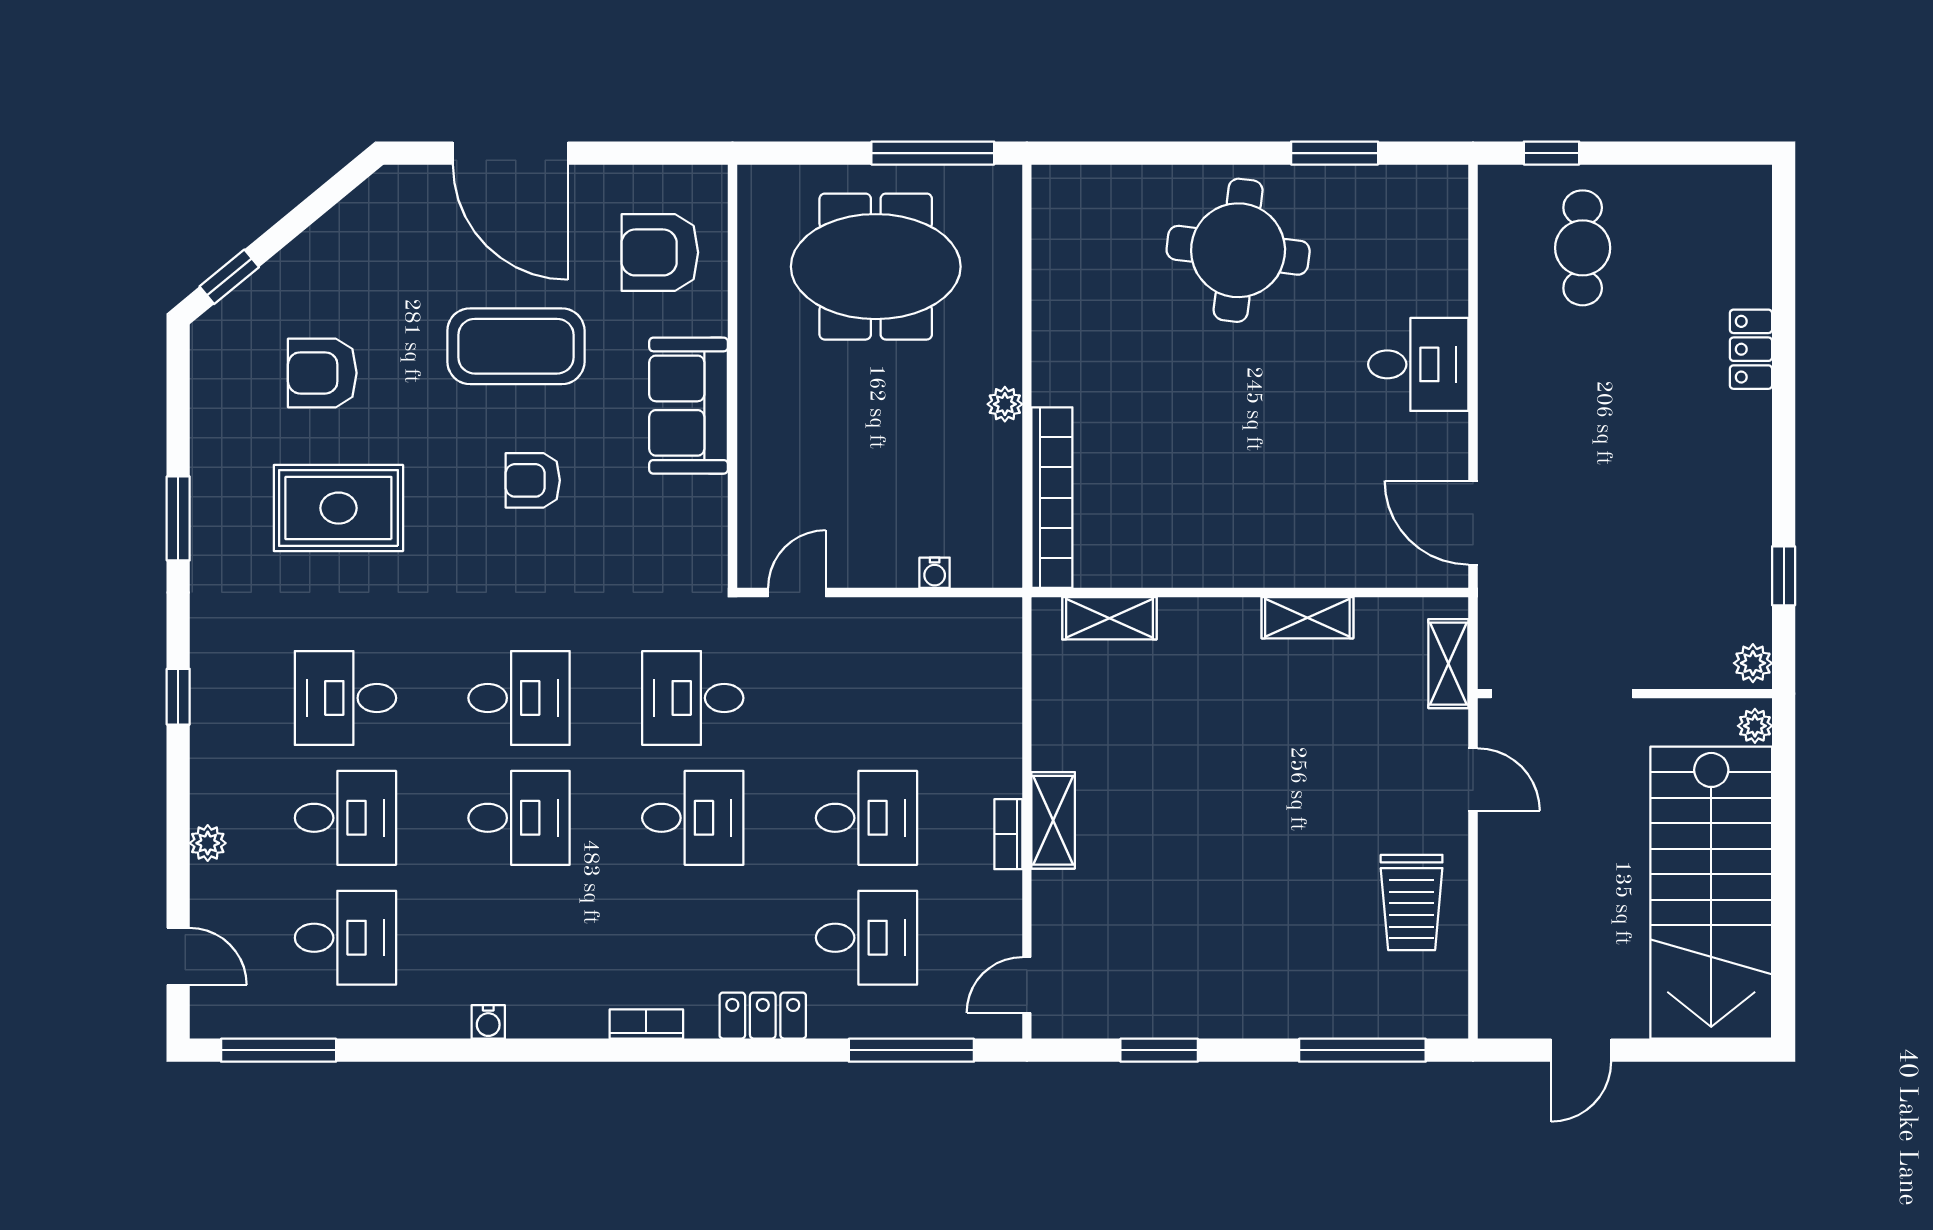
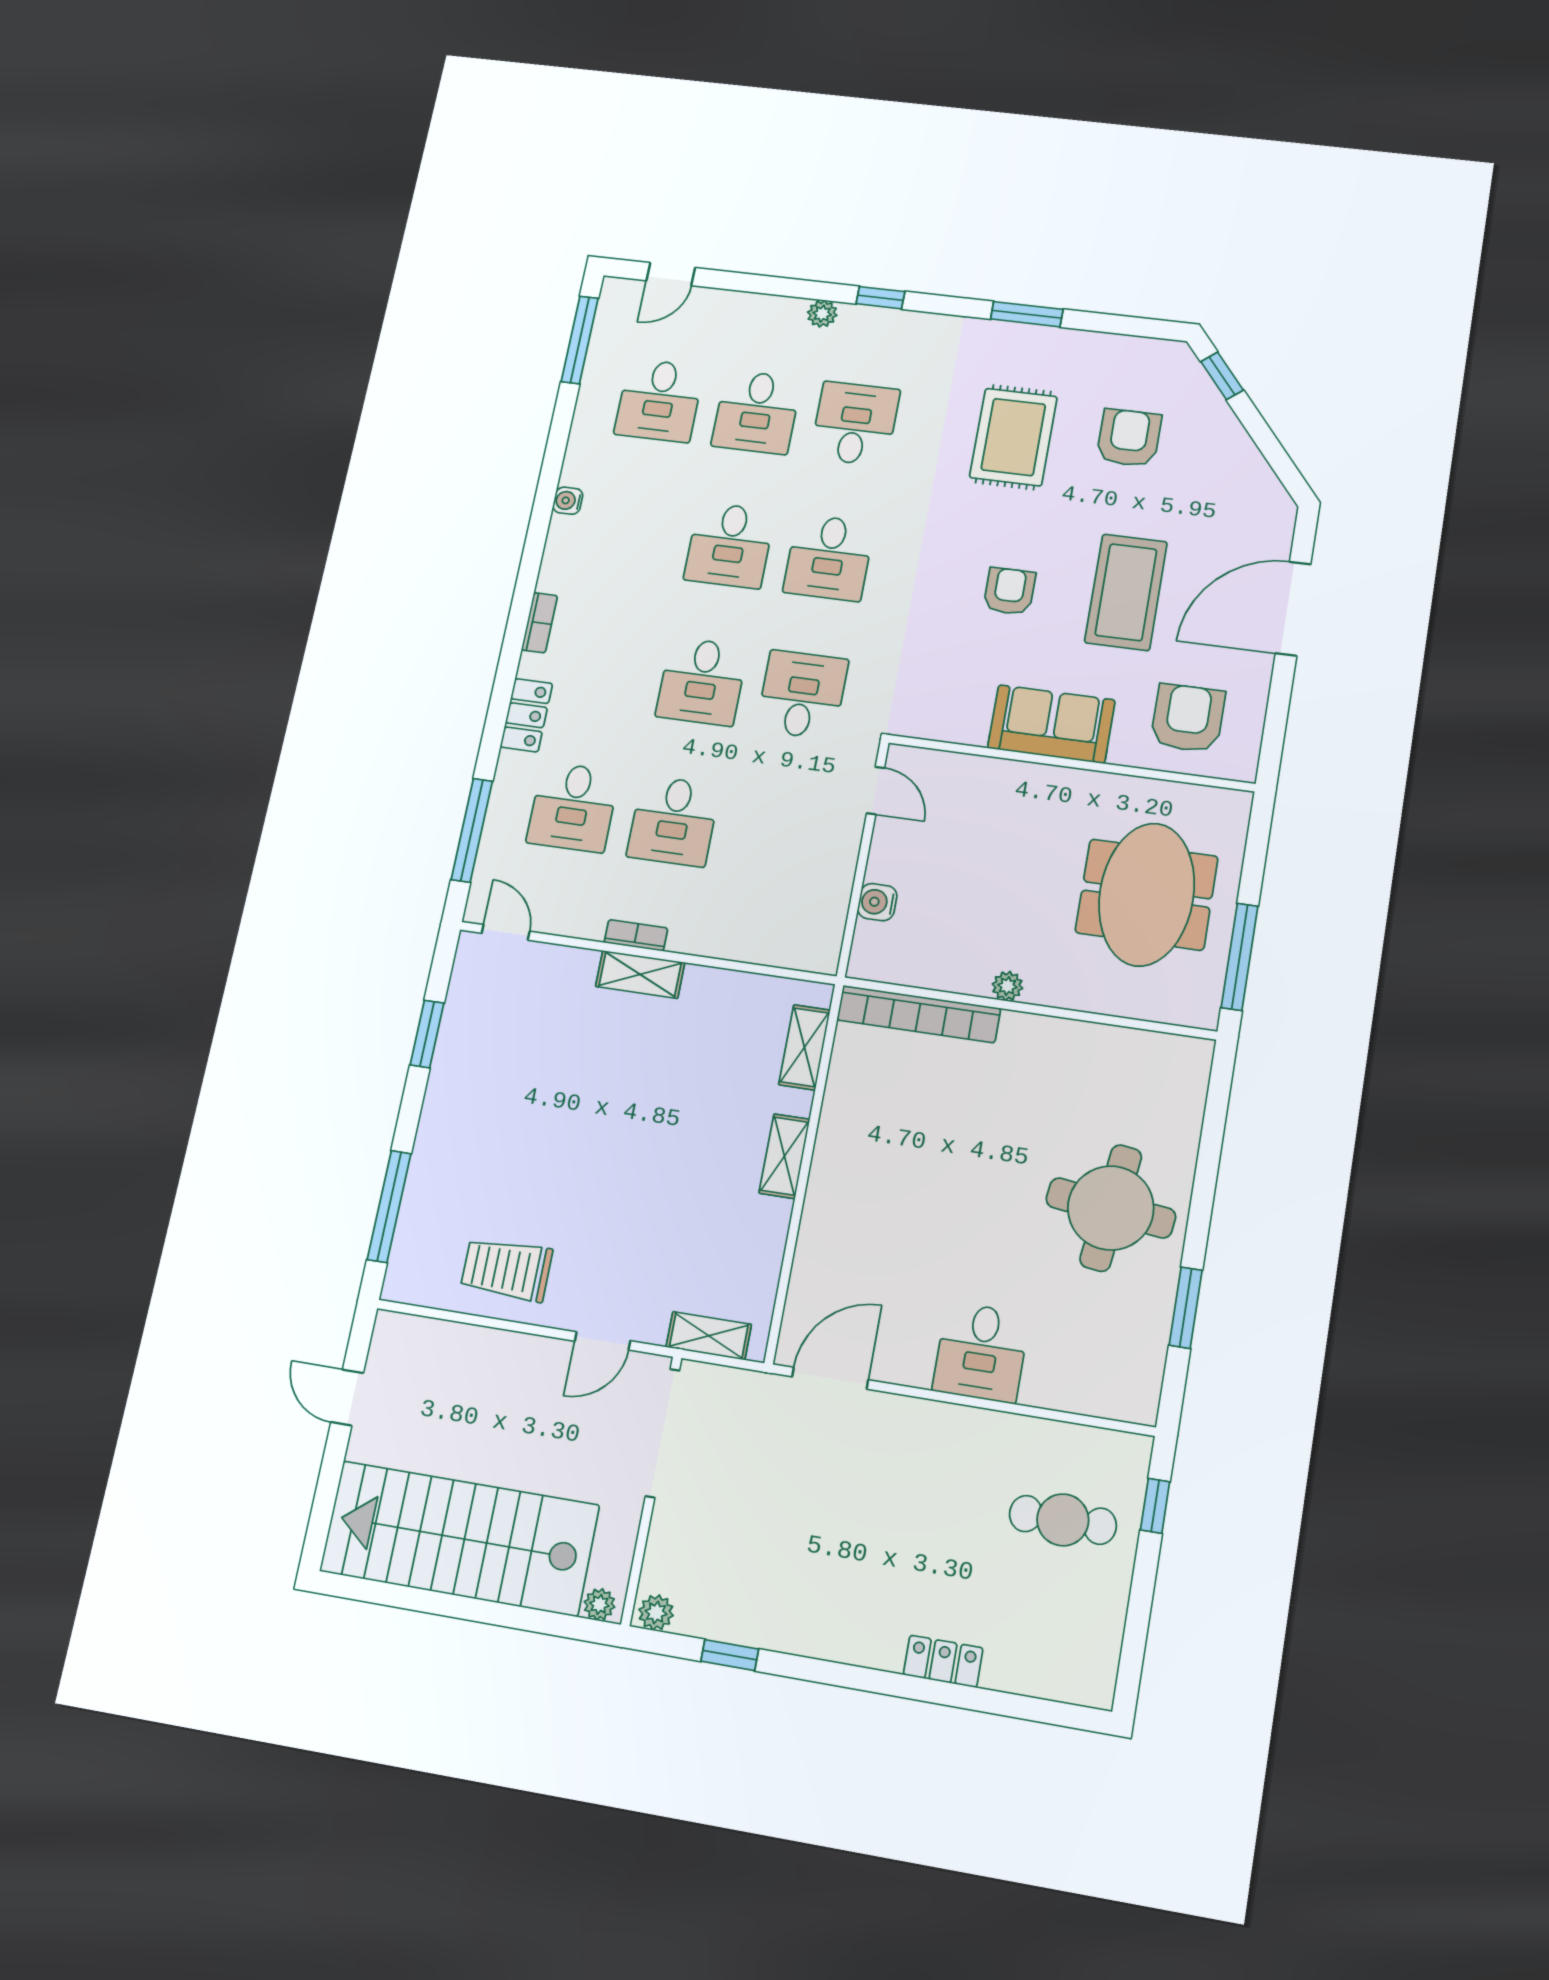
water cooler: (935, 573) -> (877, 902), width x1.38, depth x1.38
shelving: (1307, 618) -> (784, 1156), moved
plant: (208, 843) -> (822, 314), moved

